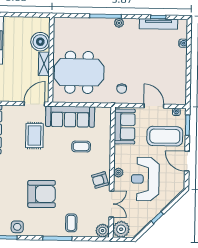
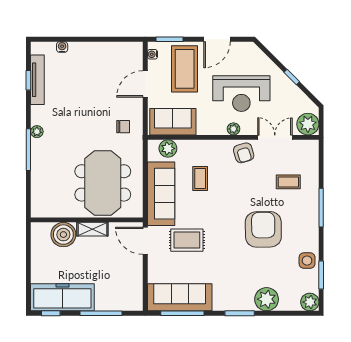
coffee table: (71, 223) -> (288, 182), moved
plant: (103, 231) -> (168, 148), moved

